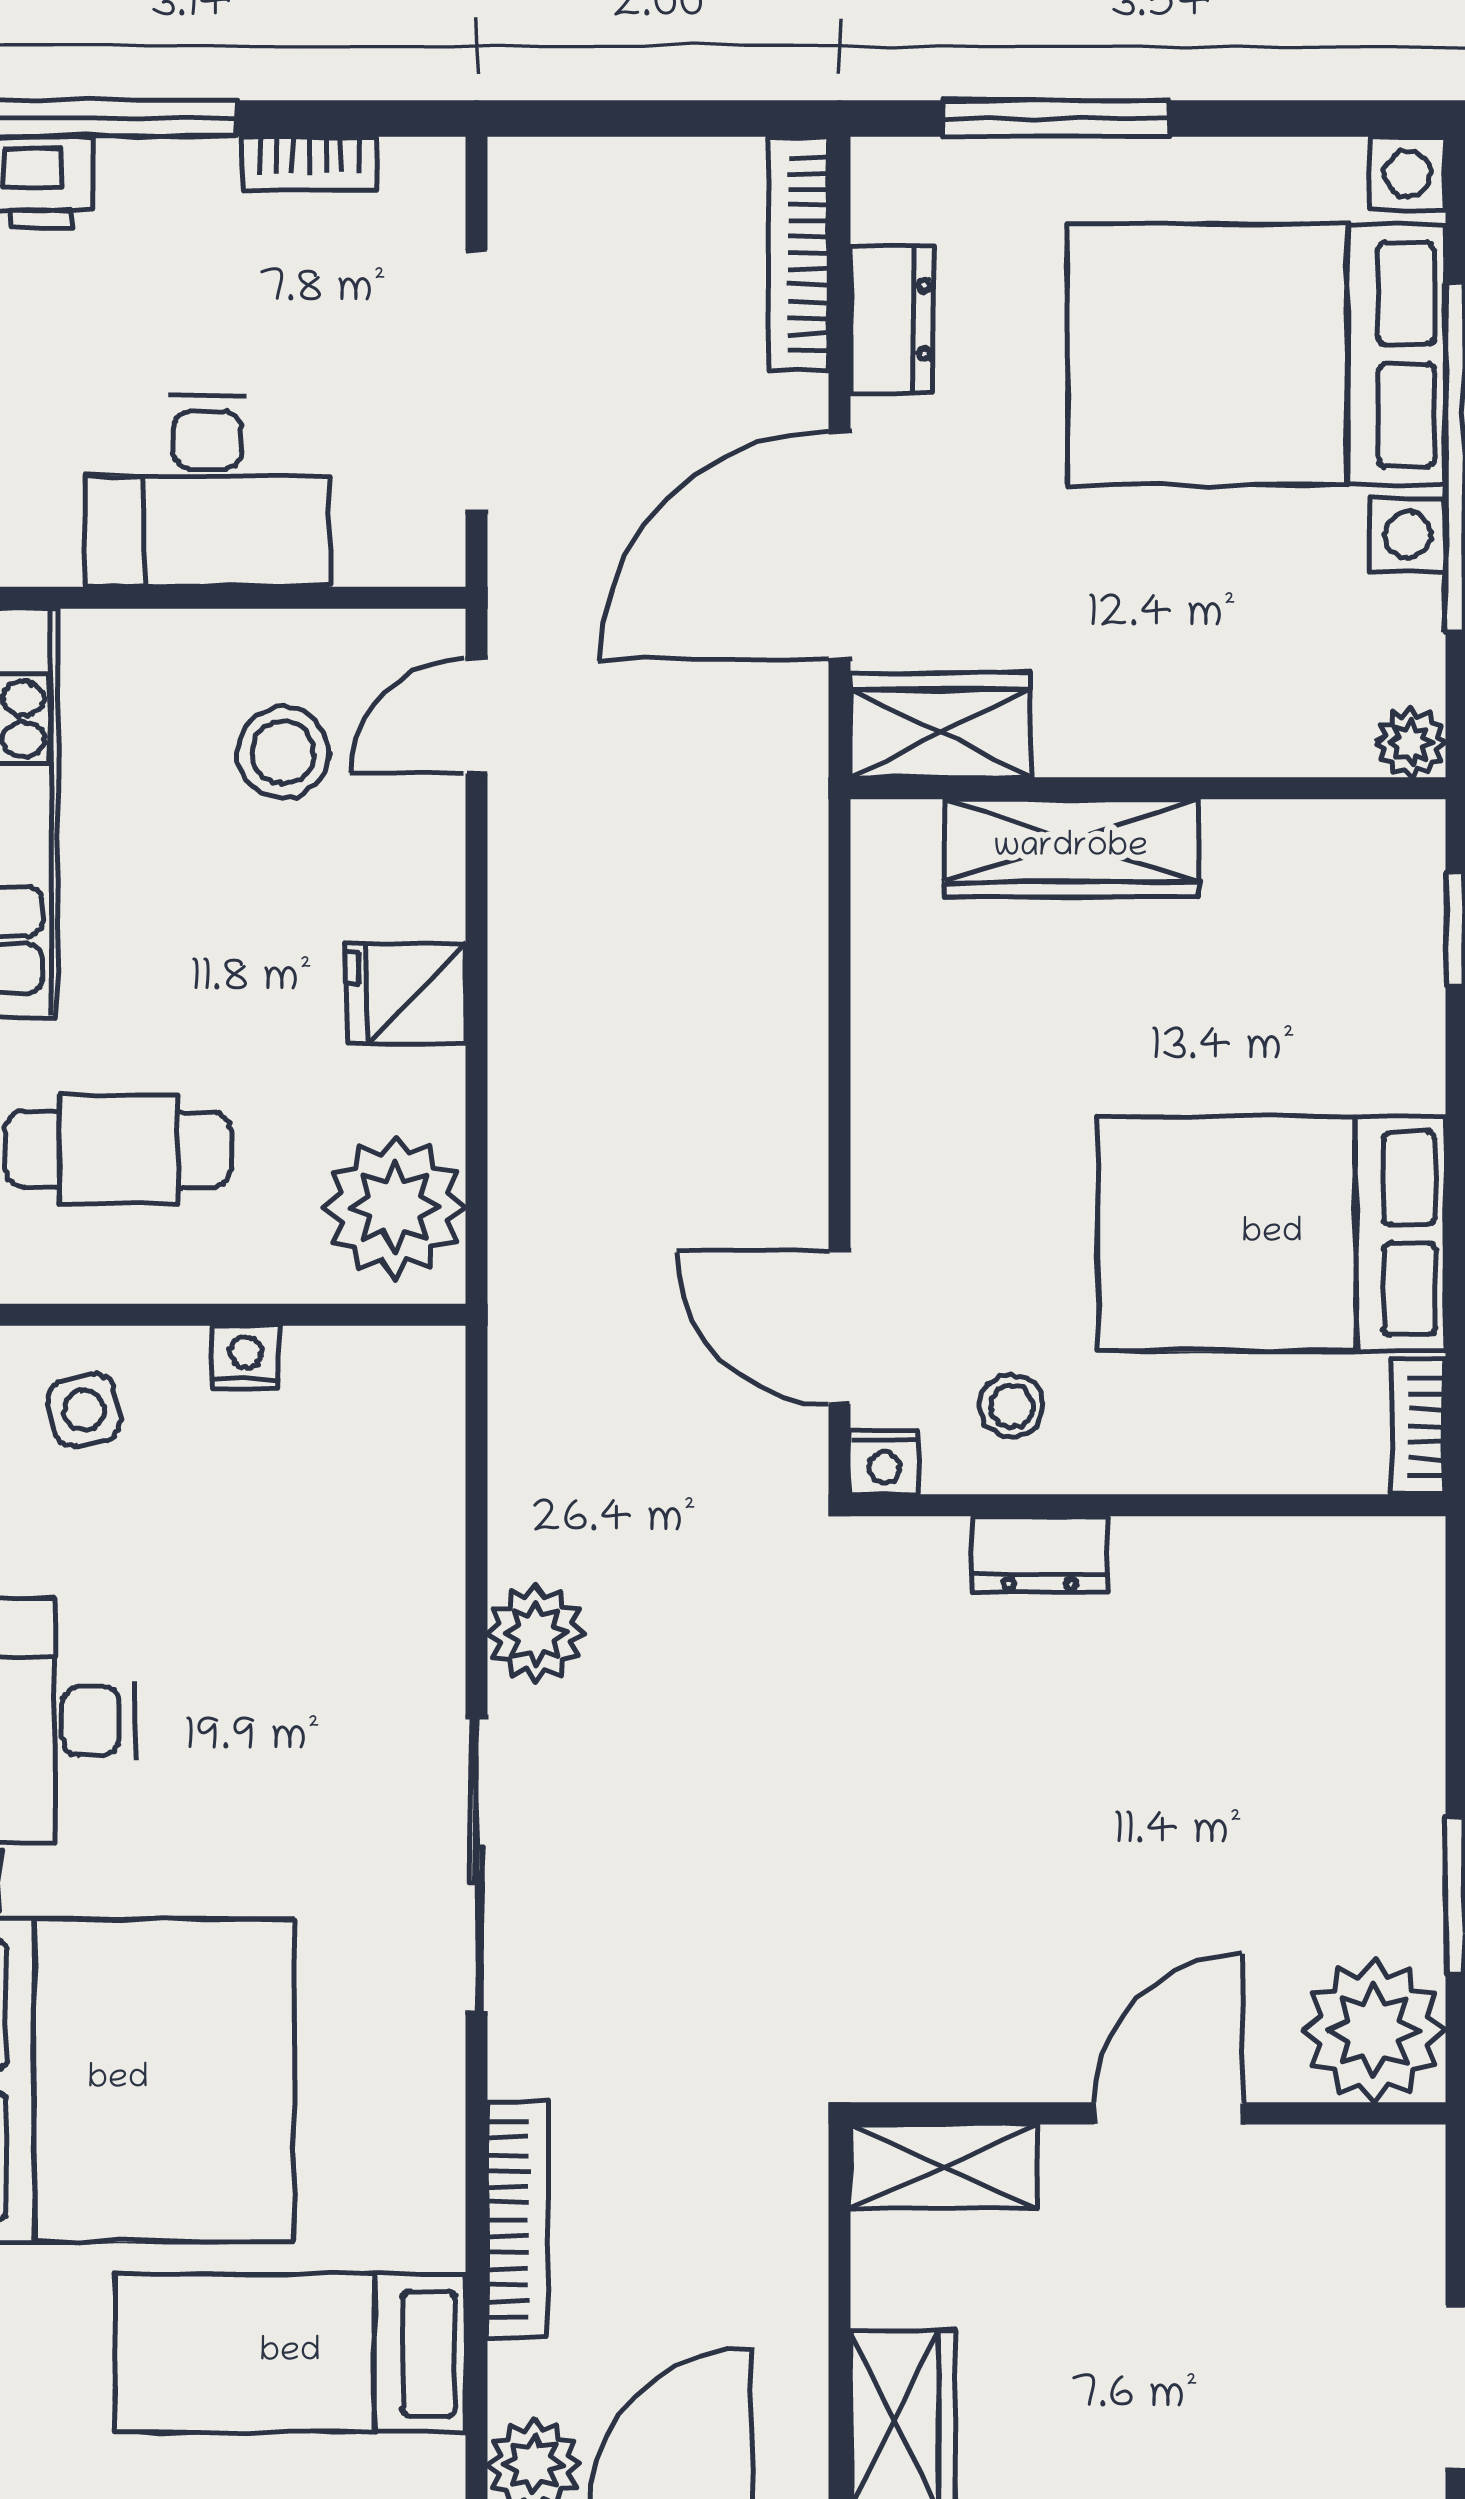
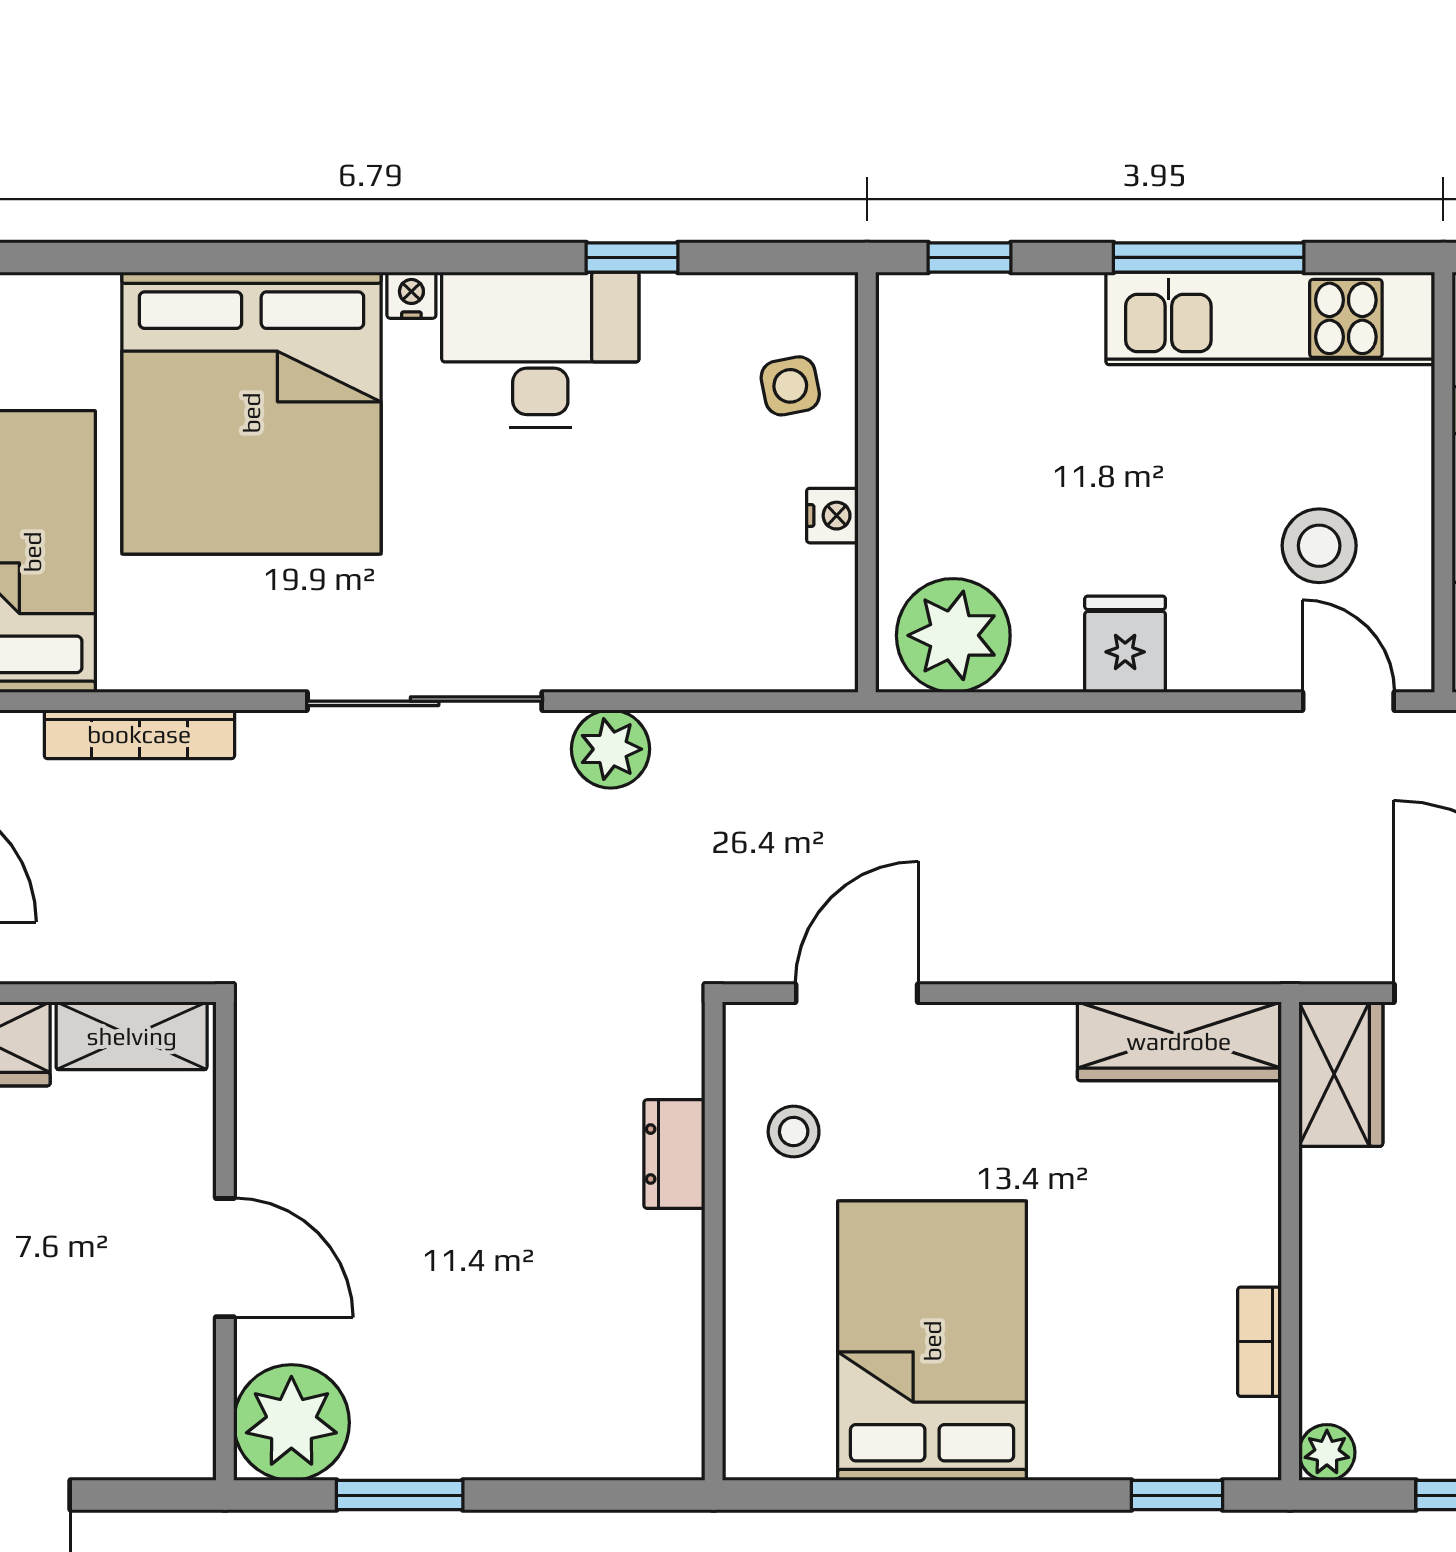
wardrobe: (1071, 848) -> (1179, 1041), moved, turned -90
cafe table: (118, 1149) -> (1000, 413), removed
bookcase: (1419, 1426) -> (1260, 1342), moved, turned -90
nightstand: (884, 1462) -> (748, 1029), removed
shelving: (944, 2167) -> (132, 1036), moved, turned 90

